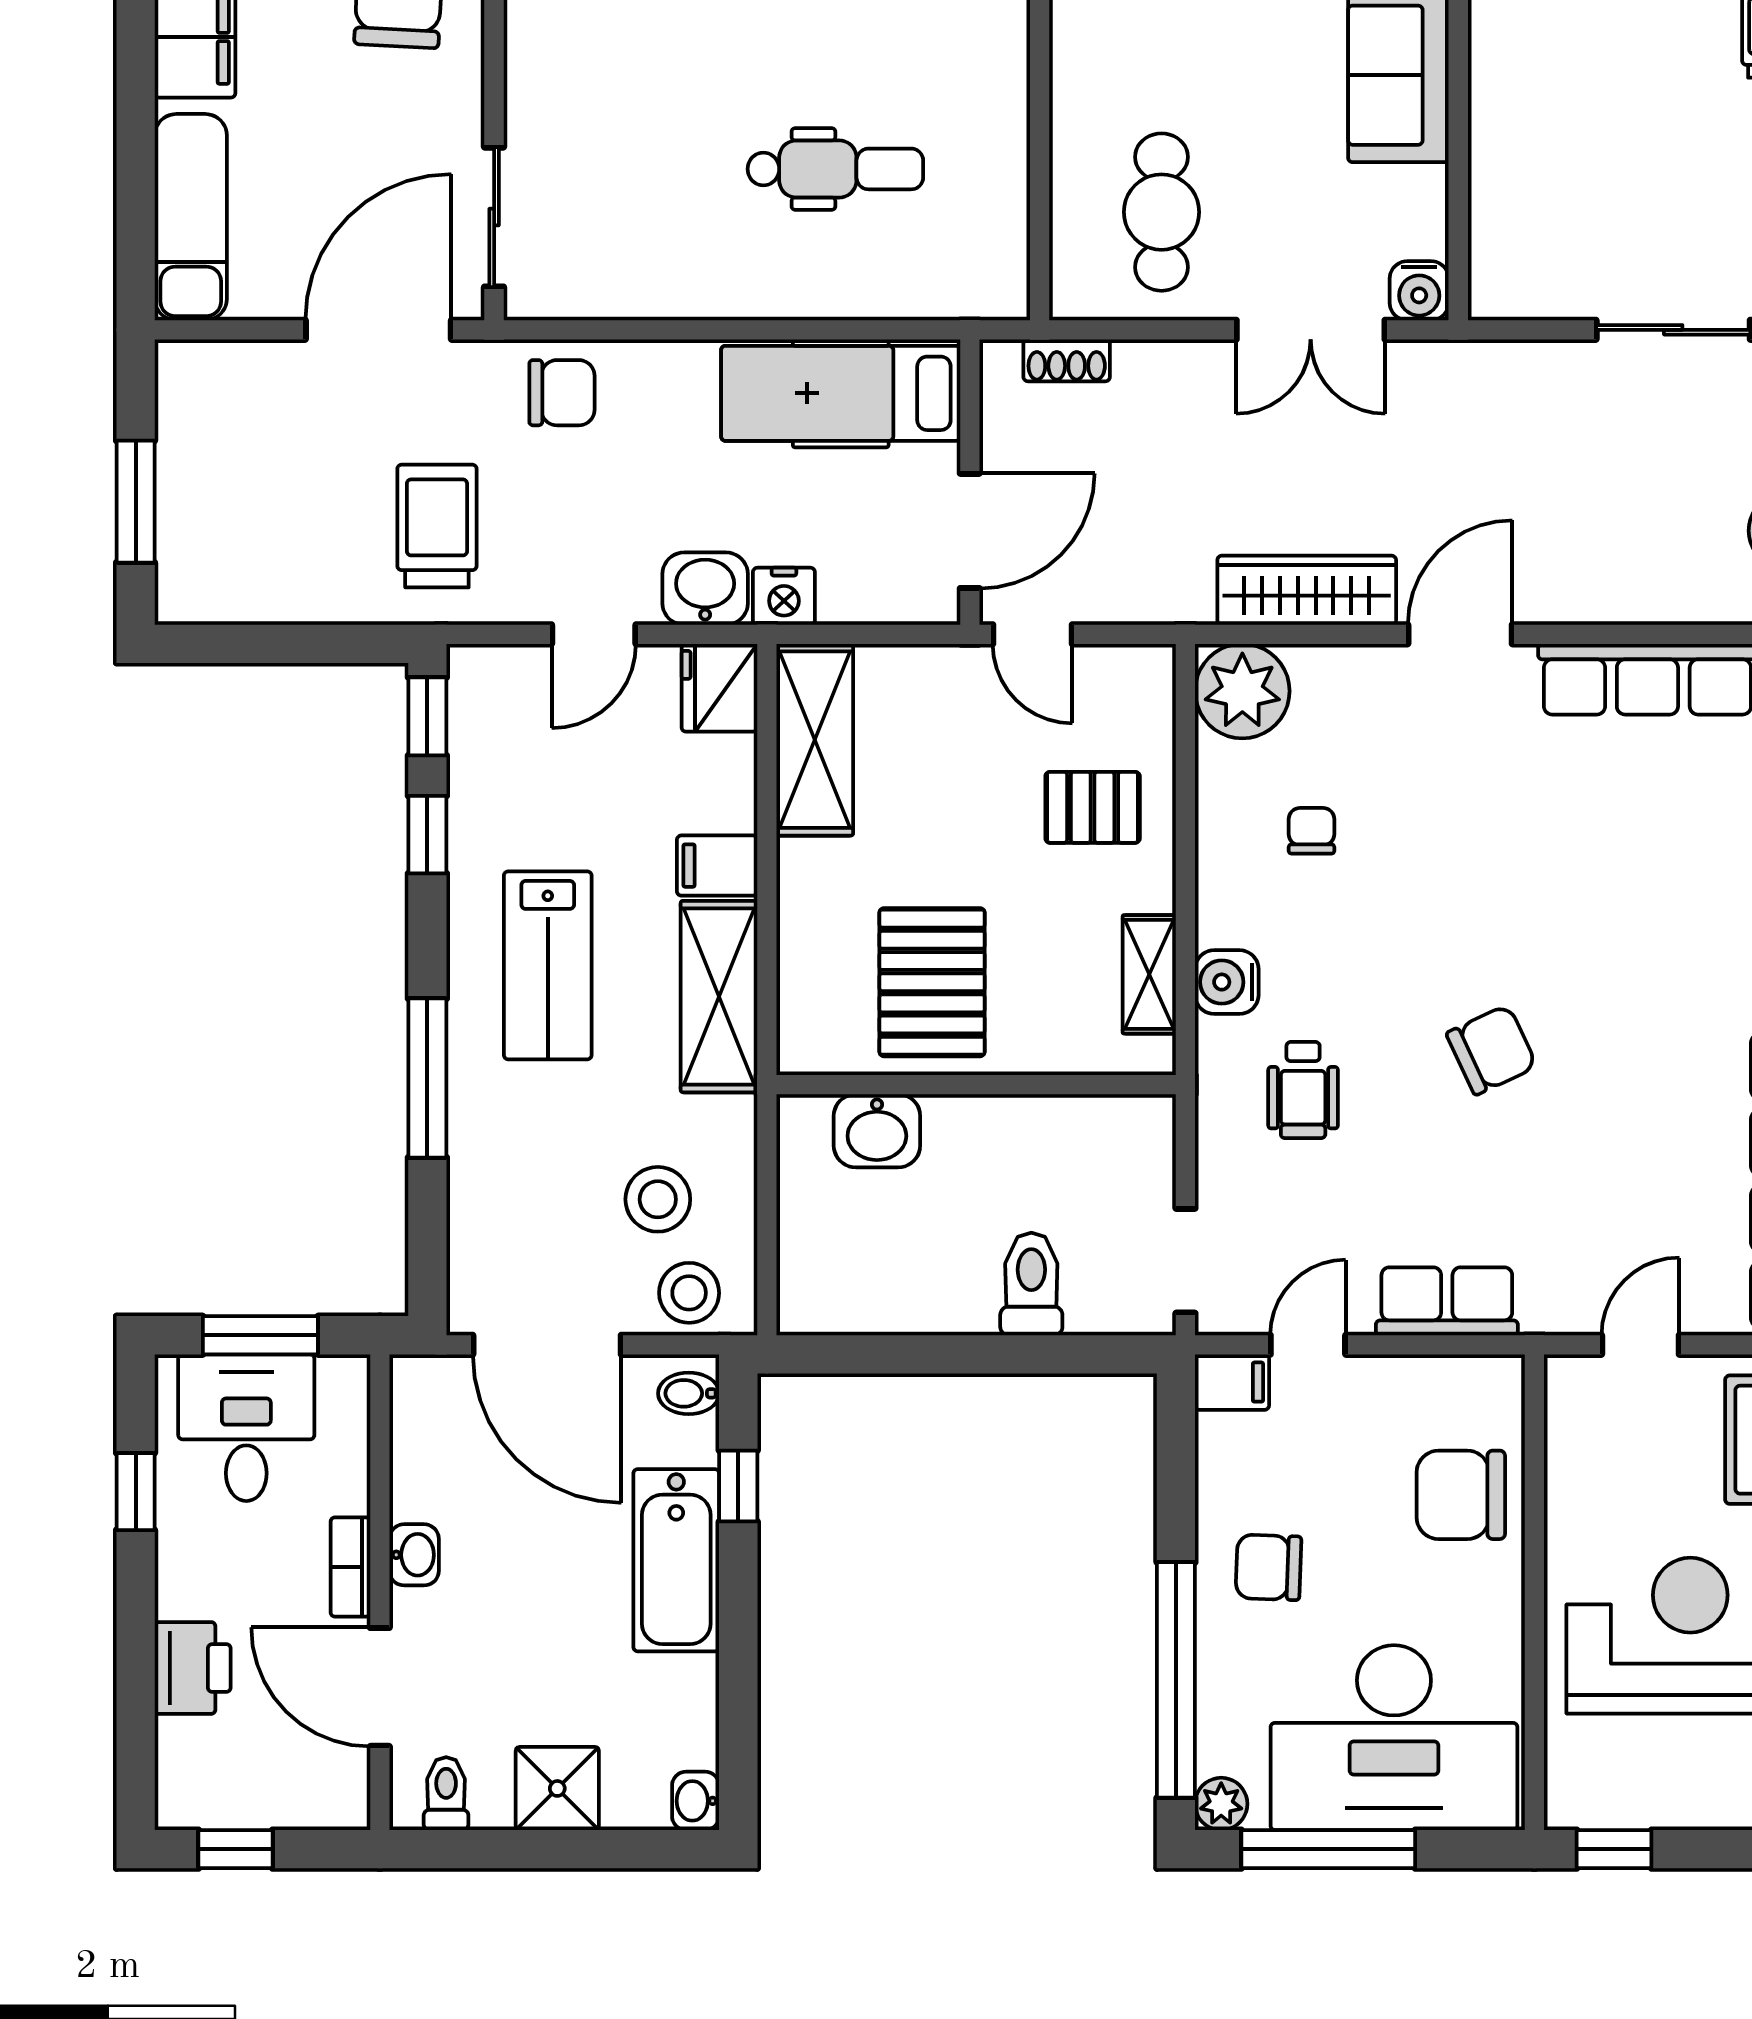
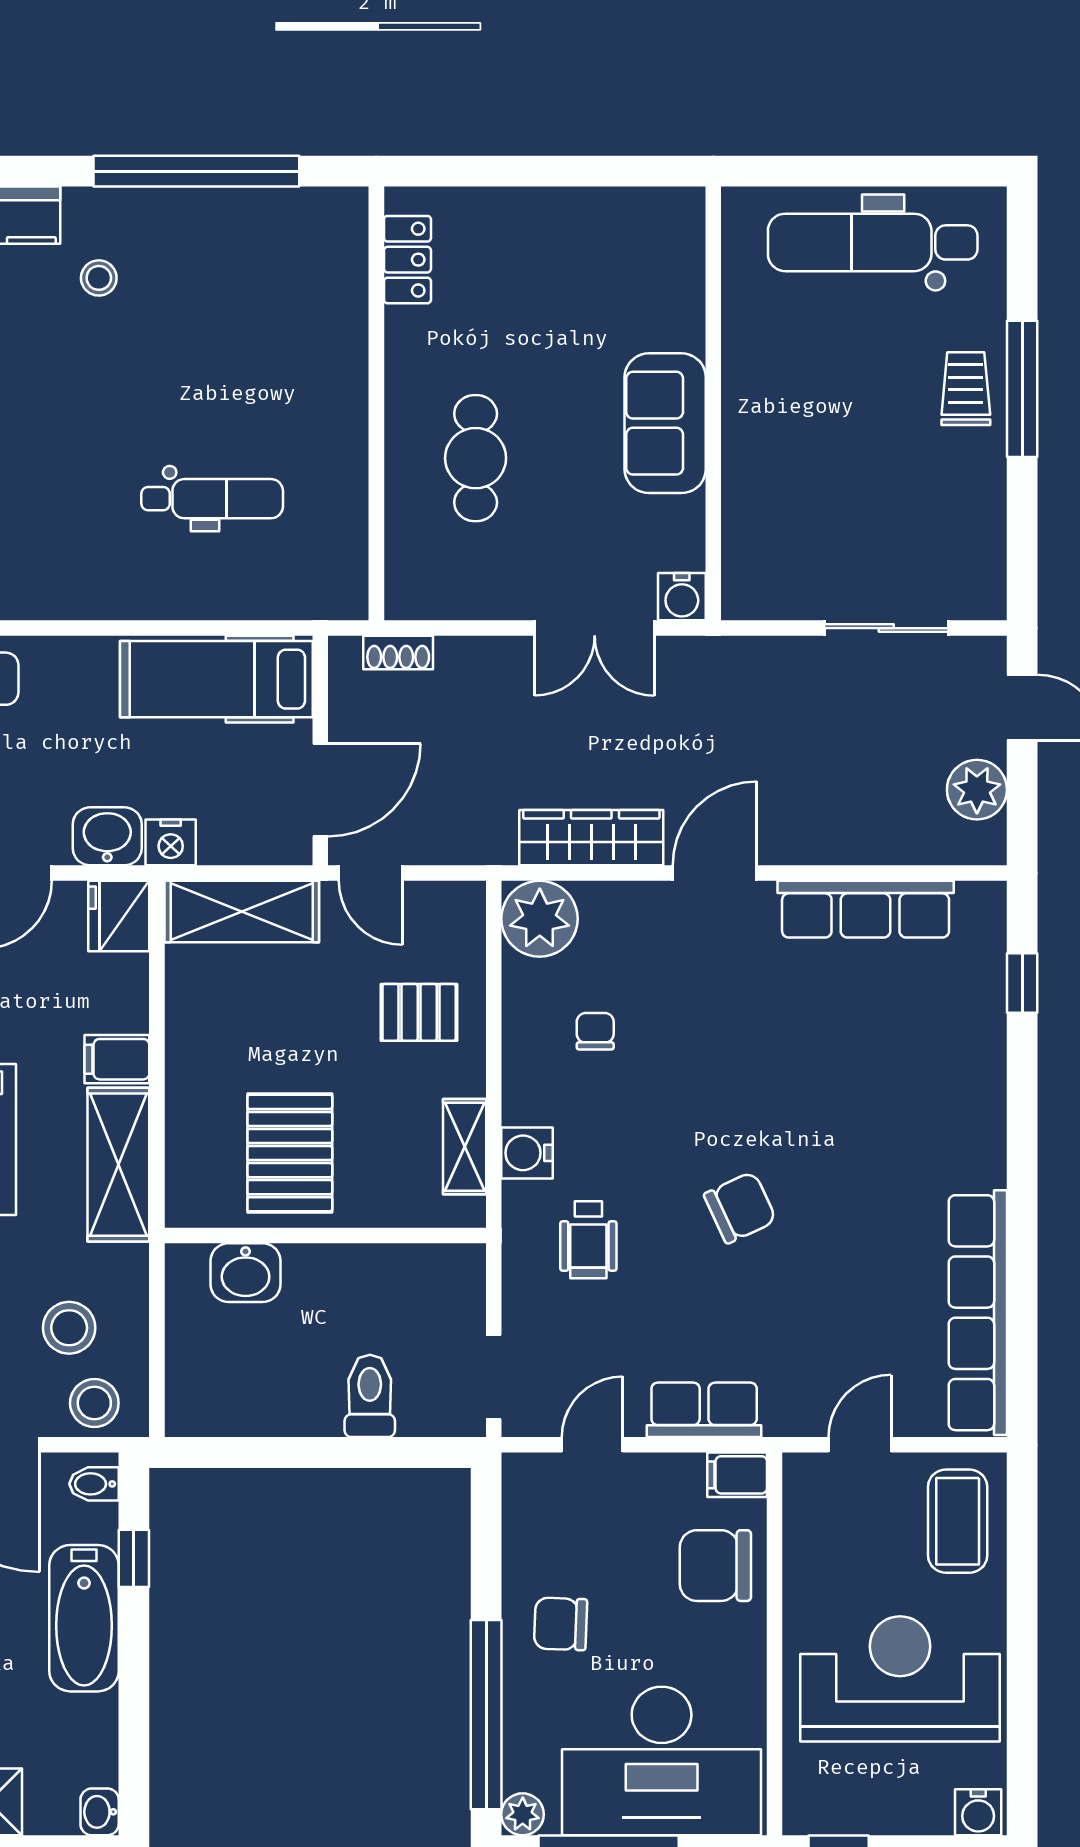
cafe table: (1162, 212) -> (476, 458), moved
shelving: (815, 740) -> (242, 912), moved, turned 90
filing cabinet: (1232, 1382) -> (737, 1475), moved, turned 180

